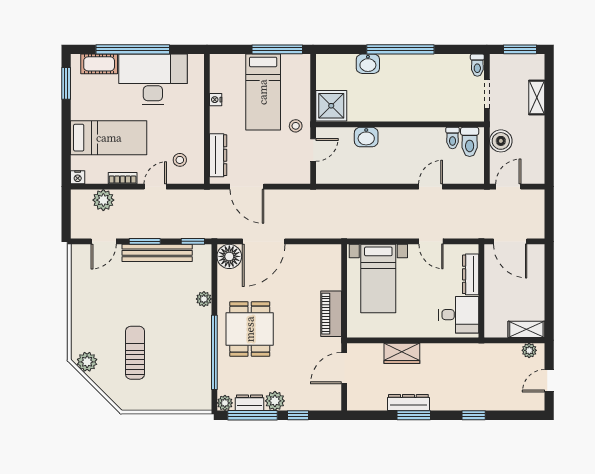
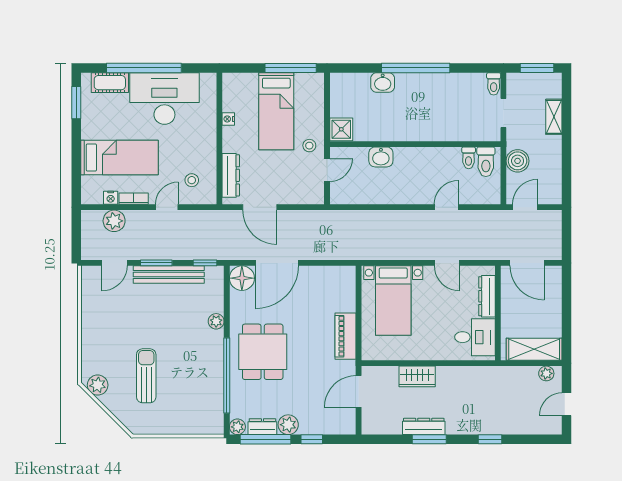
shower: (331, 106) -> (341, 129), width x0.73, depth x0.73
nightstand: (78, 177) -> (111, 198), moved
shelving: (526, 329) -> (534, 349), width x1.50, depth x1.33

